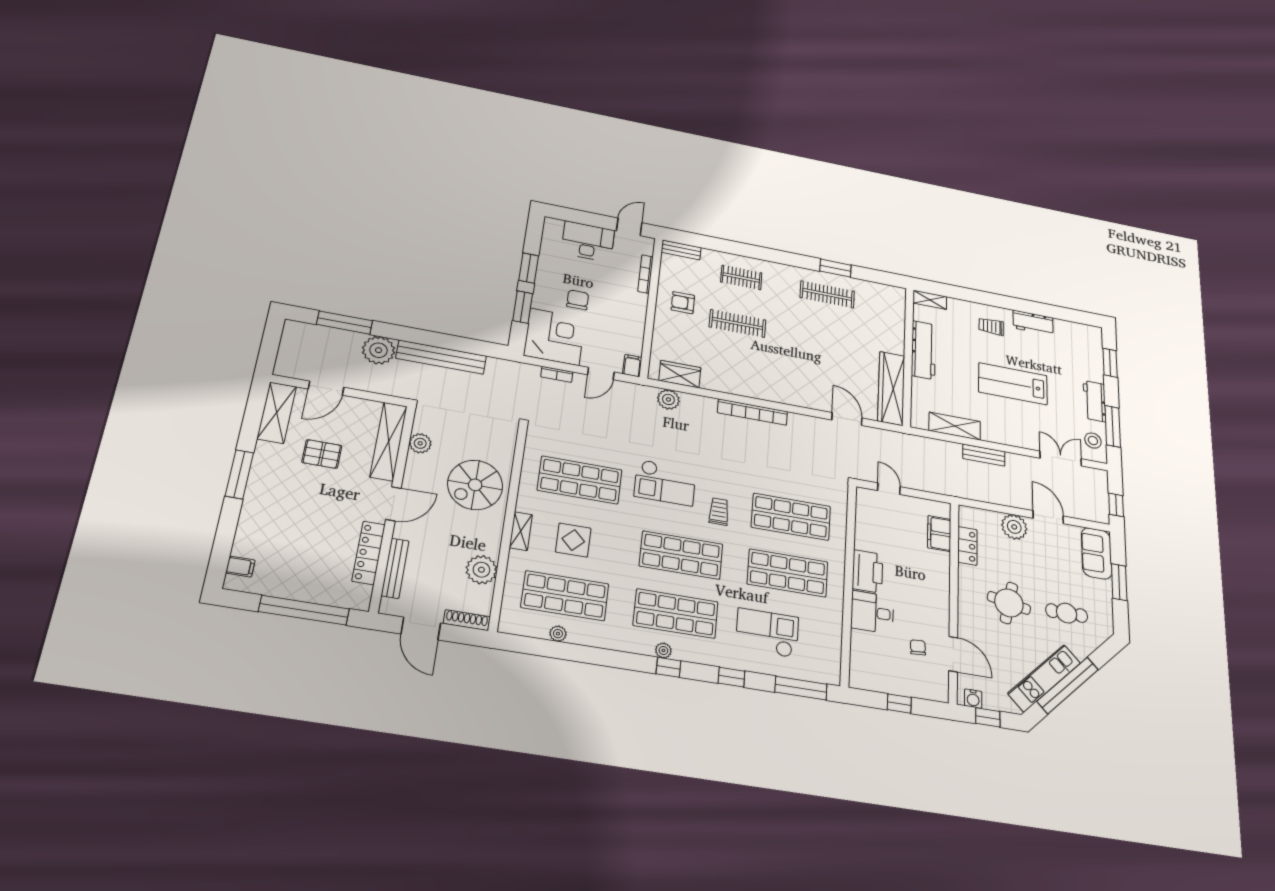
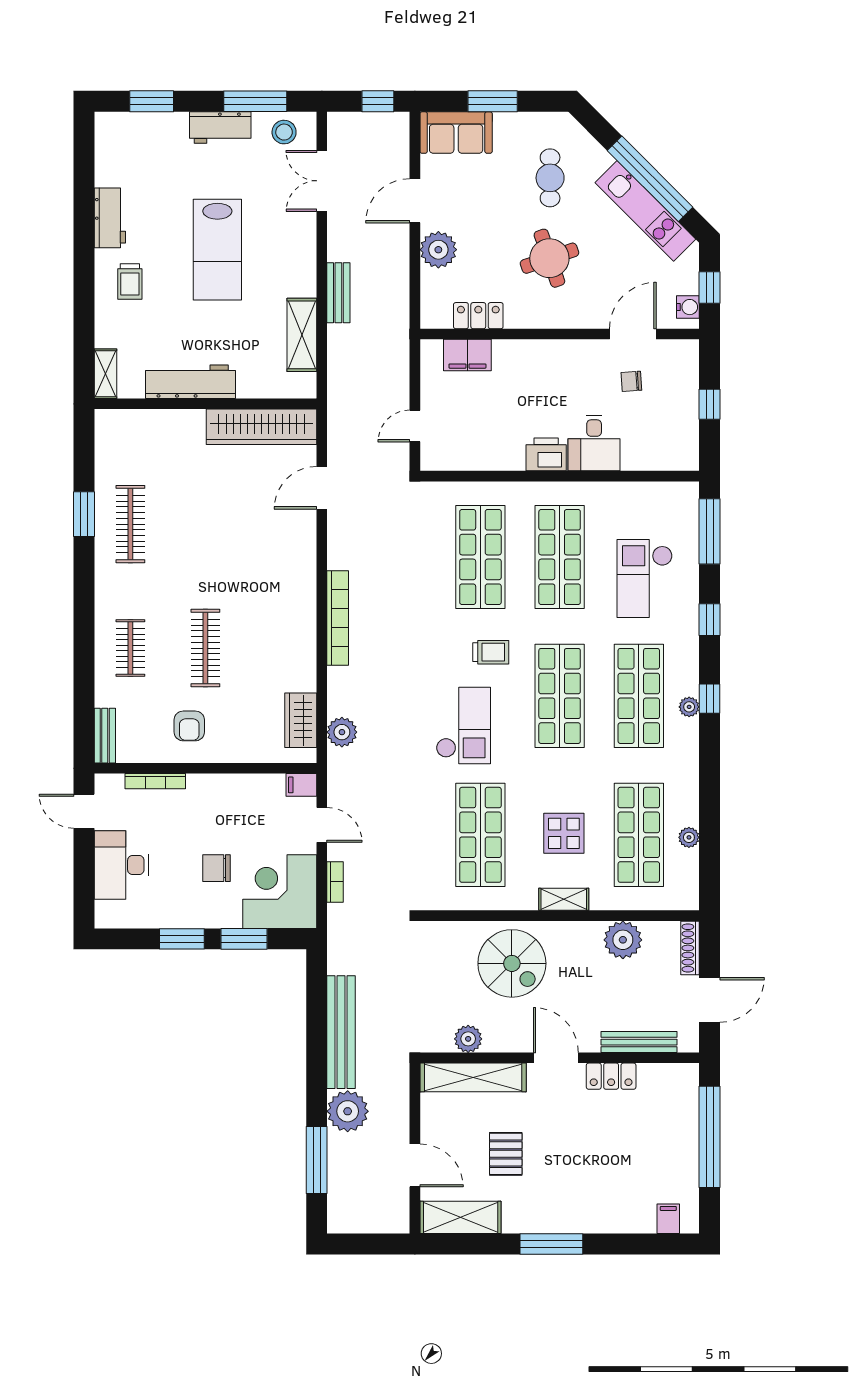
trolley: (719, 512) -> (491, 652), turned 180
locker: (369, 553) -> (611, 1076), width x0.66
printer: (868, 571) -> (546, 454), width x0.73, depth x0.84
round table: (1009, 603) -> (549, 258), turned -30

